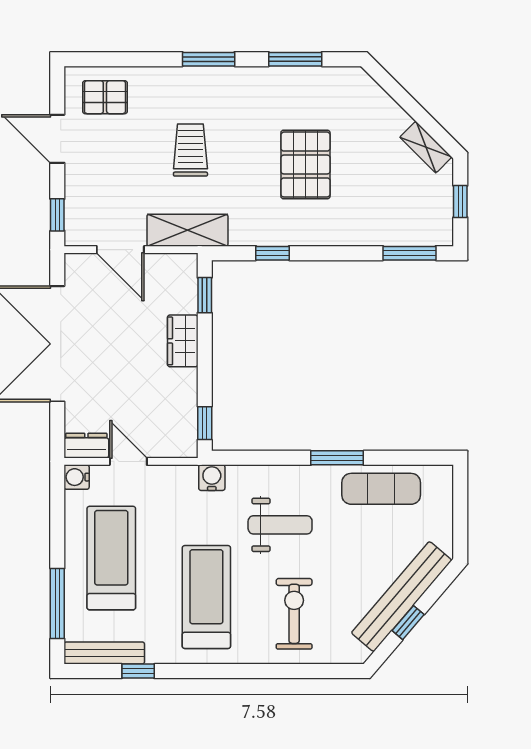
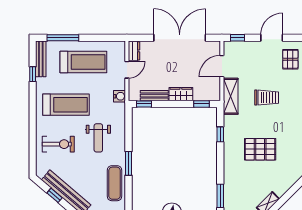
bench: (186, 400) -> (154, 96), added
water cooler: (77, 477) -> (120, 46), removed
water cooler: (212, 478) -> (120, 96), moved

